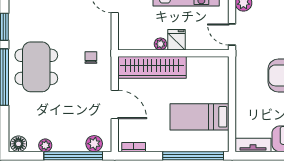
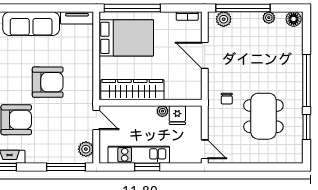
fridge: (177, 40) -> (177, 115), moved
dining table: (36, 67) -> (263, 116), moved
wardrobe: (152, 67) -> (132, 90), moved
bed: (200, 117) -> (126, 38), width x1.50

